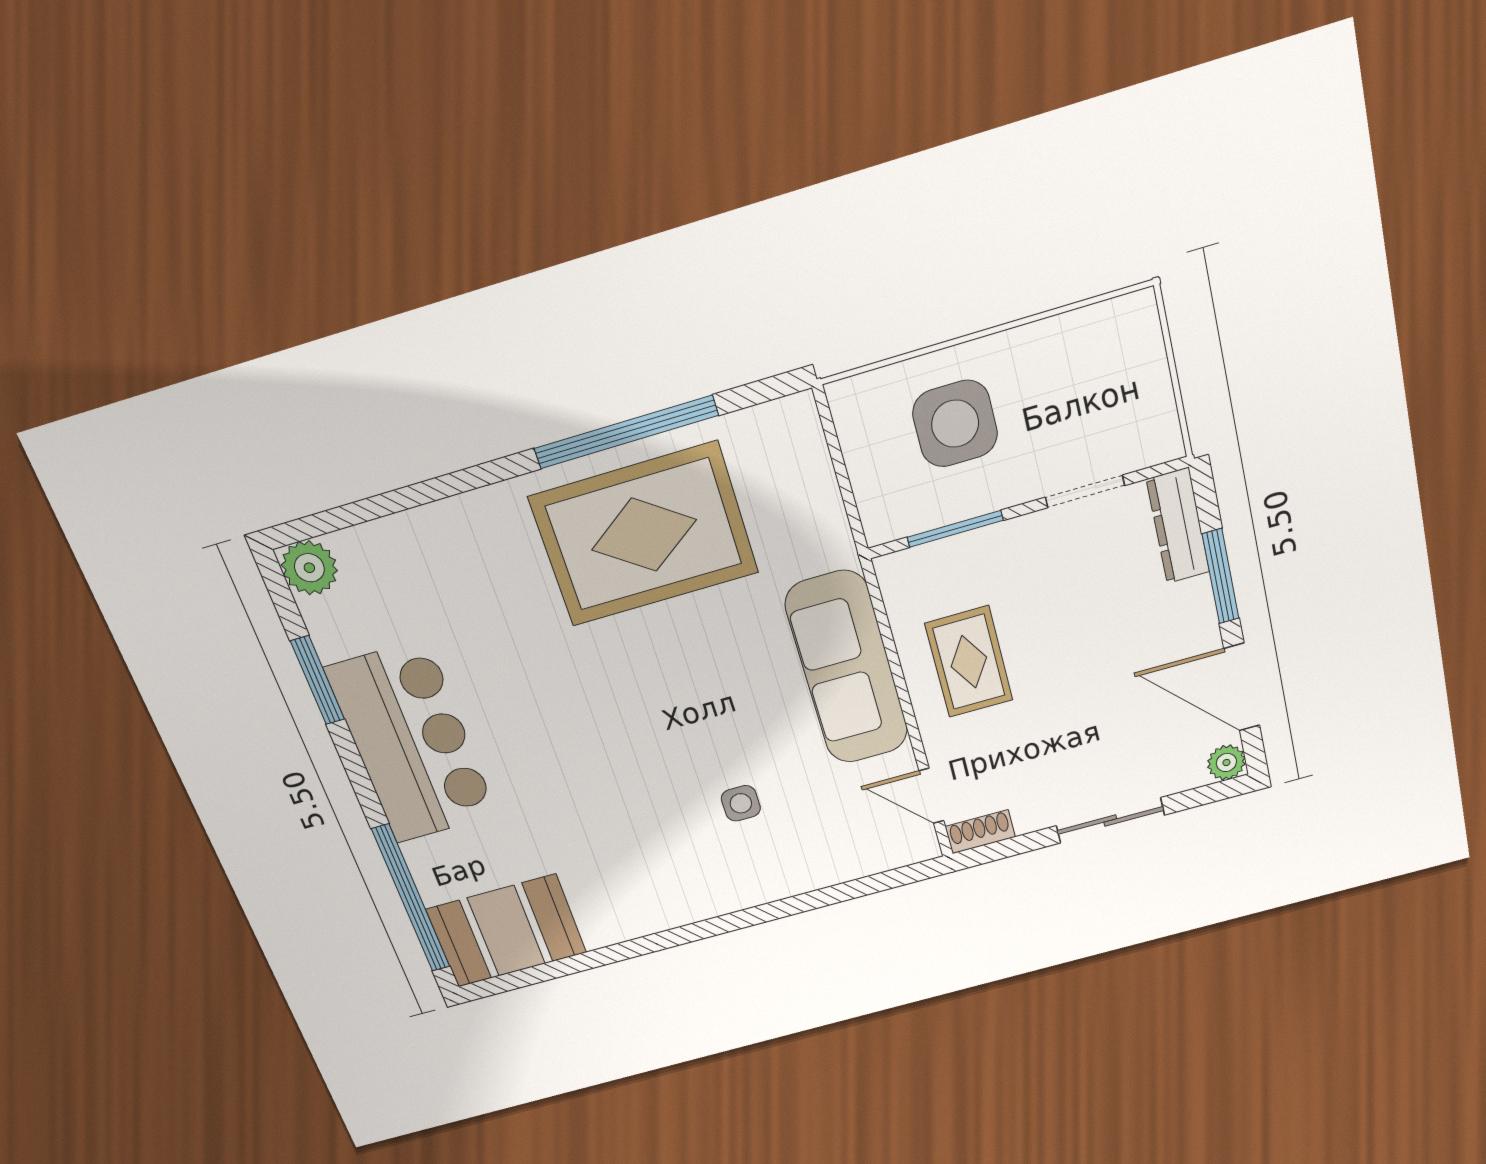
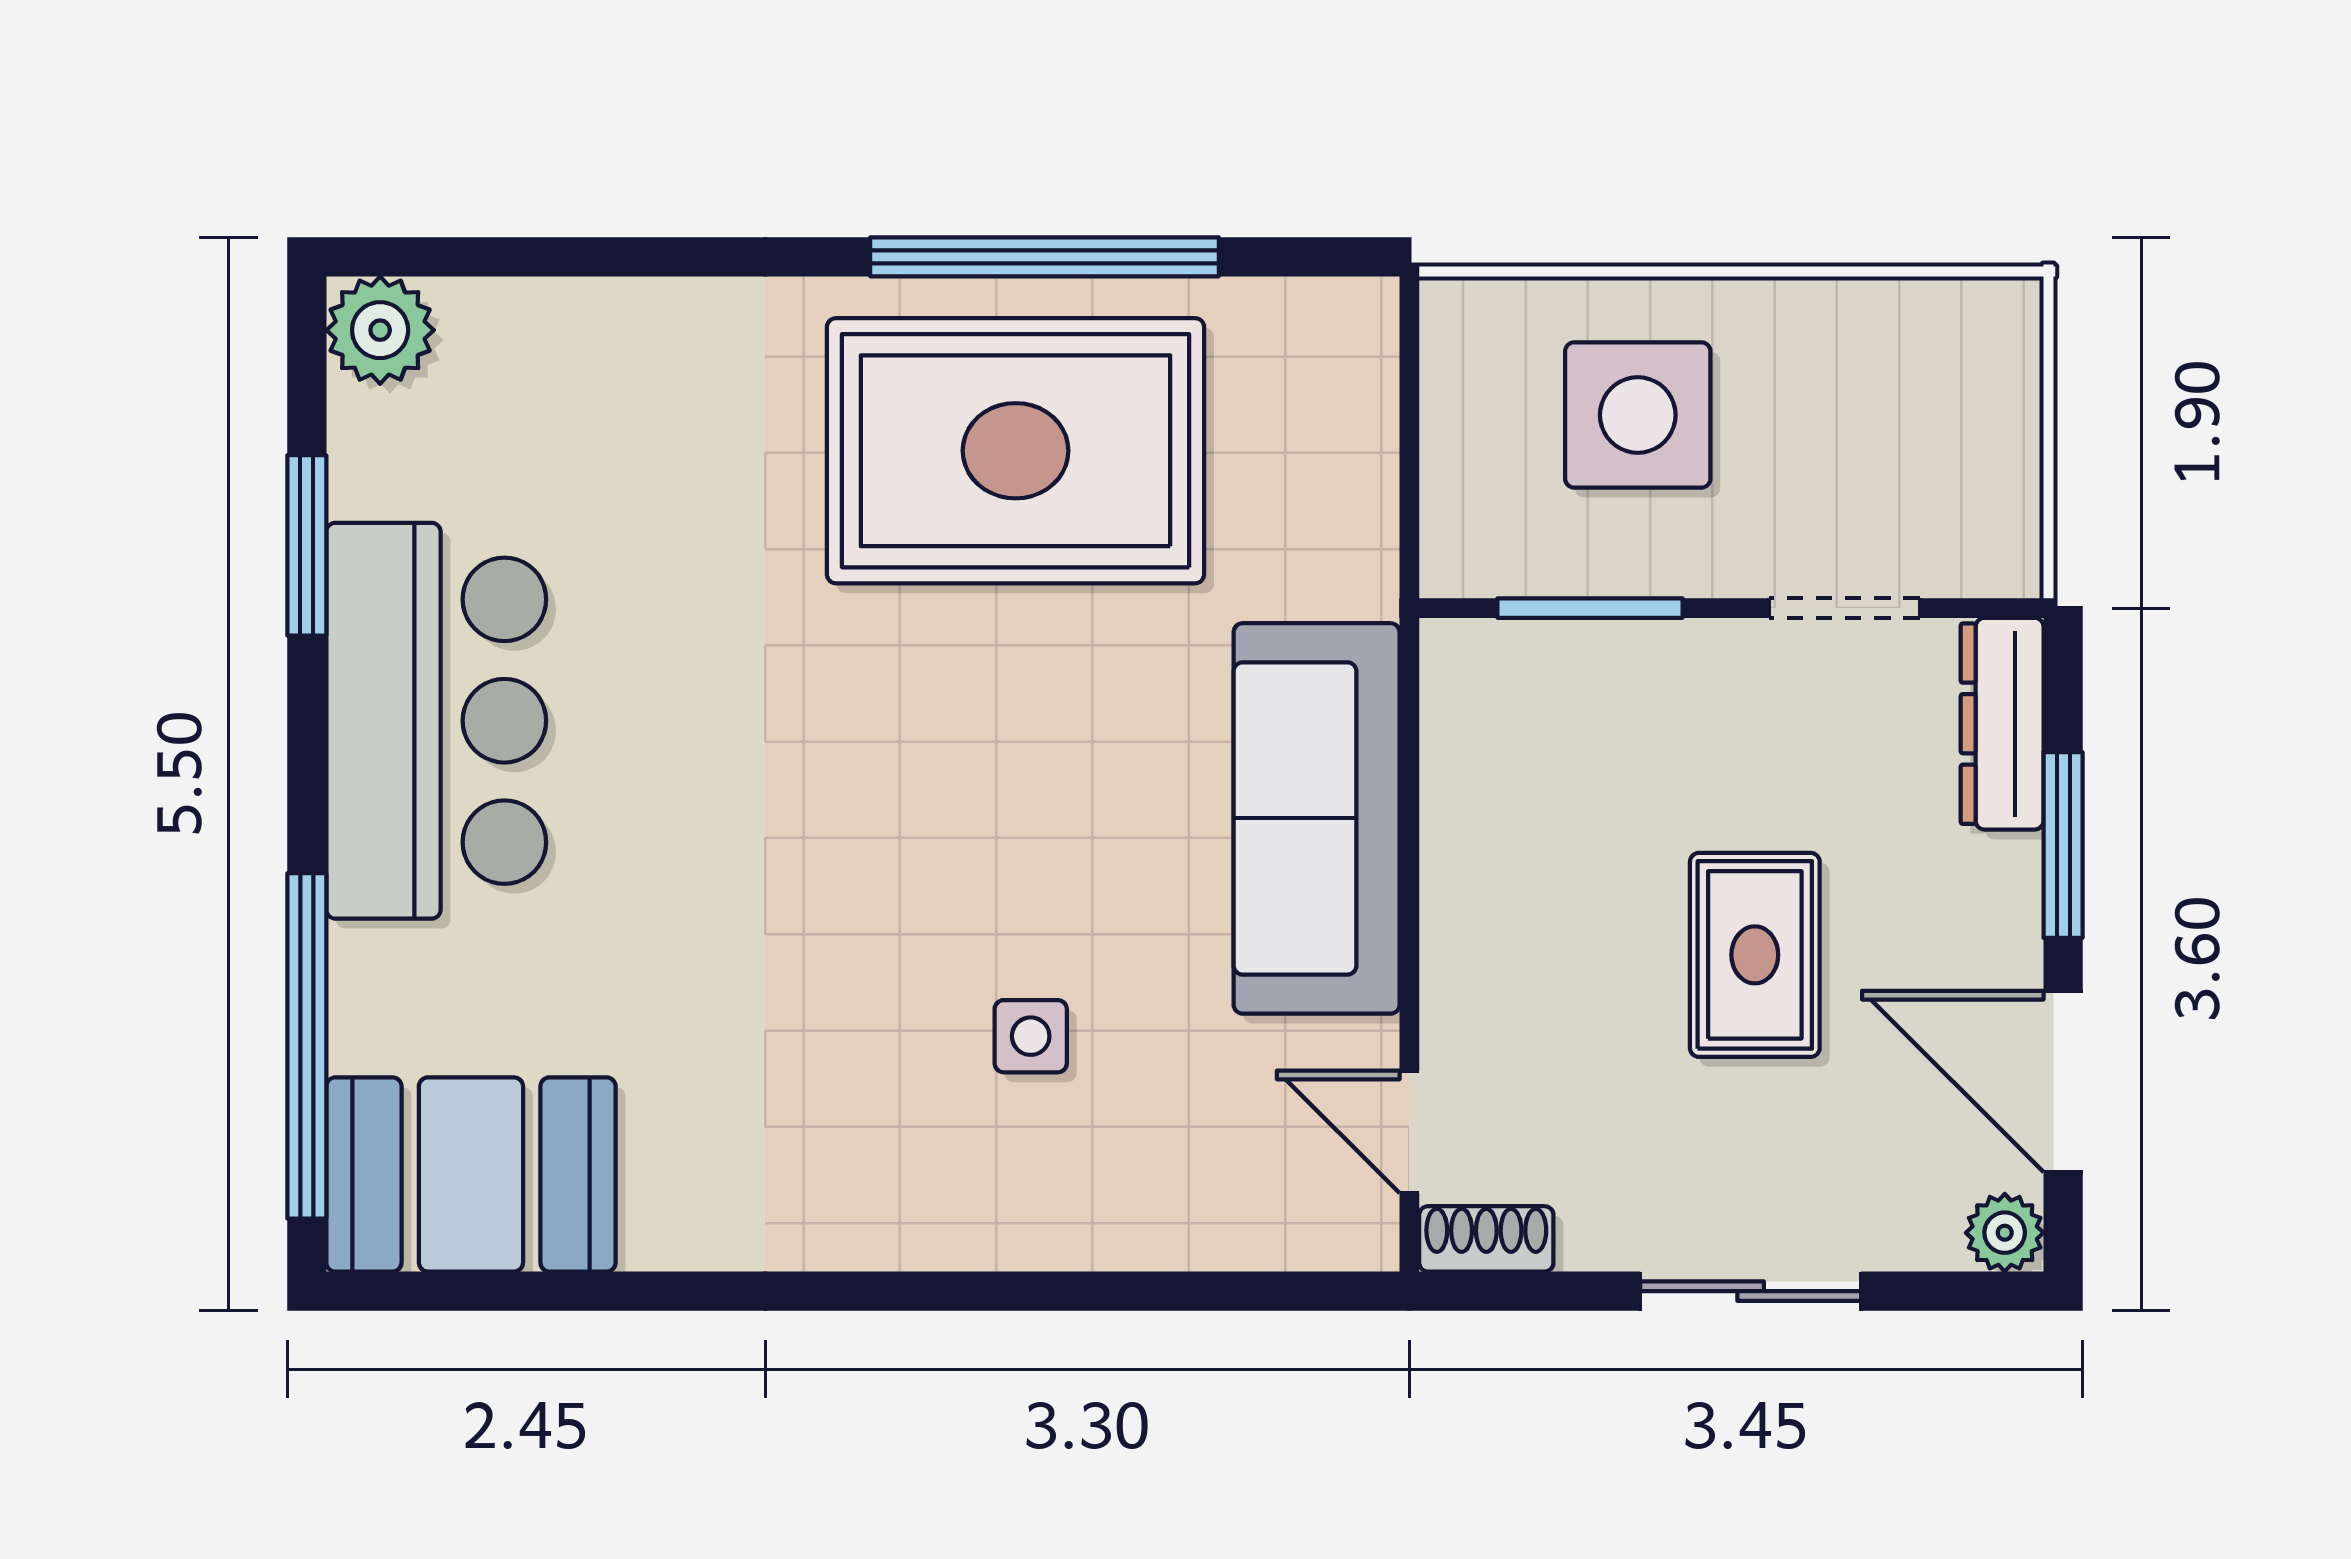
rug: (969, 662) -> (1755, 955), moved

